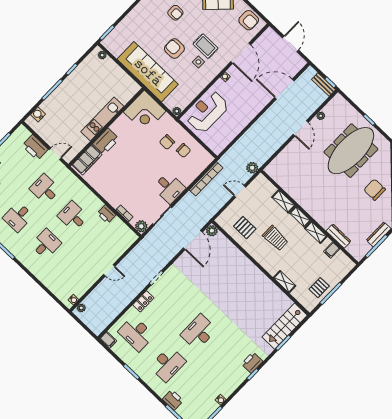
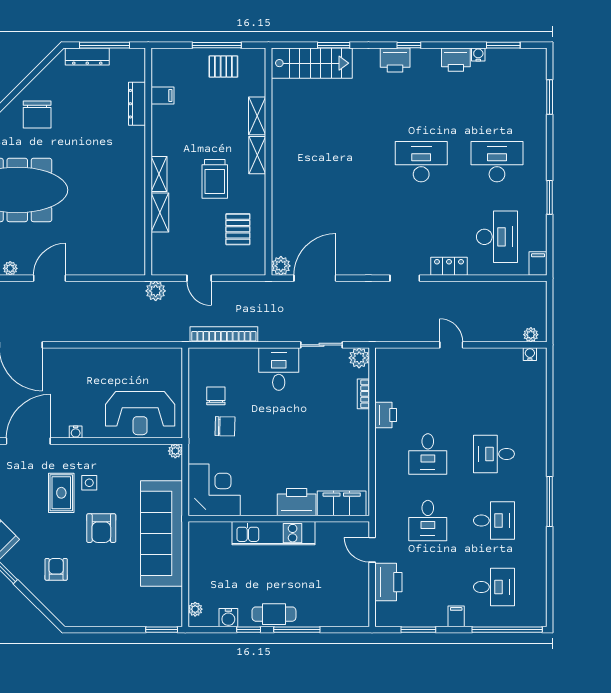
cafe table: (68, 86) -> (274, 614), added
water cooler: (38, 114) -> (228, 618), moved
shelving: (316, 232) -> (257, 155), moved
trolley: (275, 238) -> (215, 179), turned 180
desk: (199, 332) -> (421, 162), turned 180
printer: (173, 400) -> (456, 60), moved, turned -90

